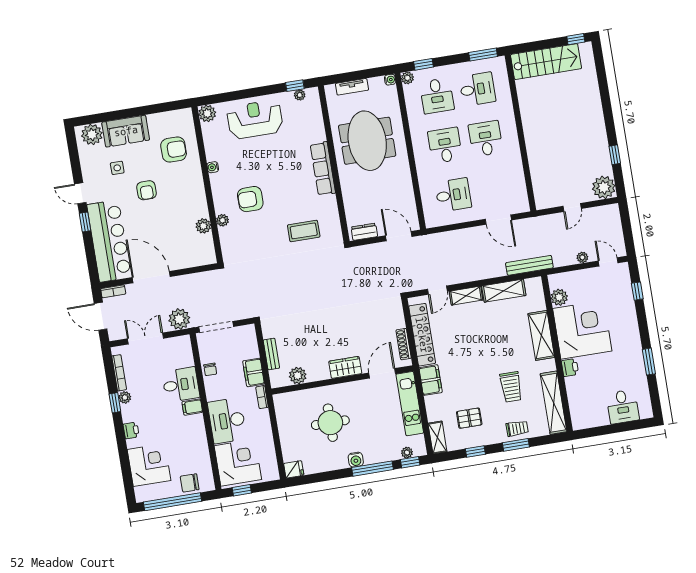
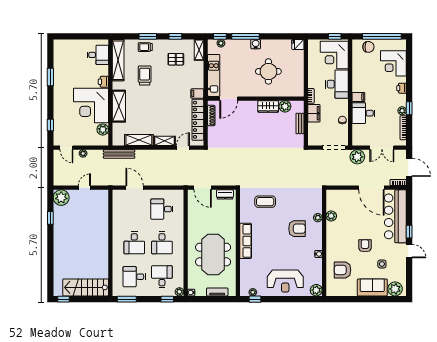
wardrobe: (345, 367) -> (268, 106), moved
filing cabinet: (431, 380) -> (197, 94), width x0.50
desk: (623, 407) -> (98, 55), moved, turned 90

